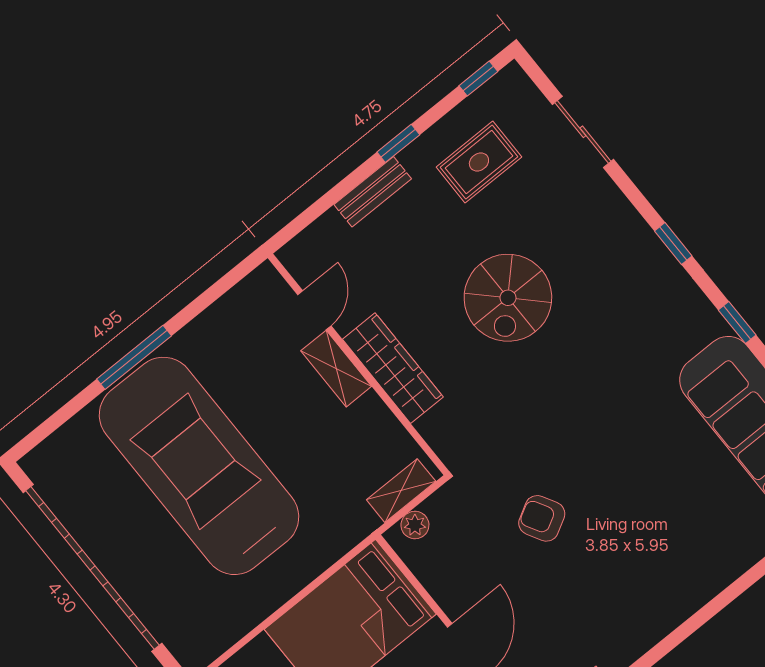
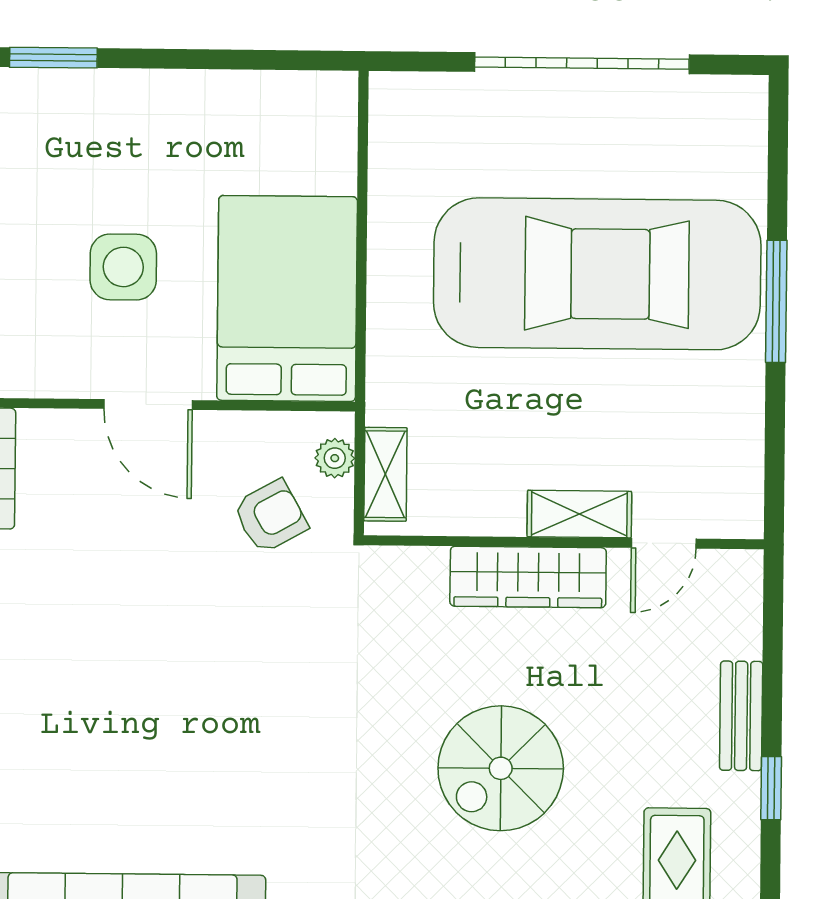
spiral stairs: (508, 298) -> (501, 768), turned -90
door: (314, 310) -> (664, 543), hinge flipped
armchair: (542, 518) -> (270, 516), moved
garage door: (93, 568) -> (582, 63), width x0.73

